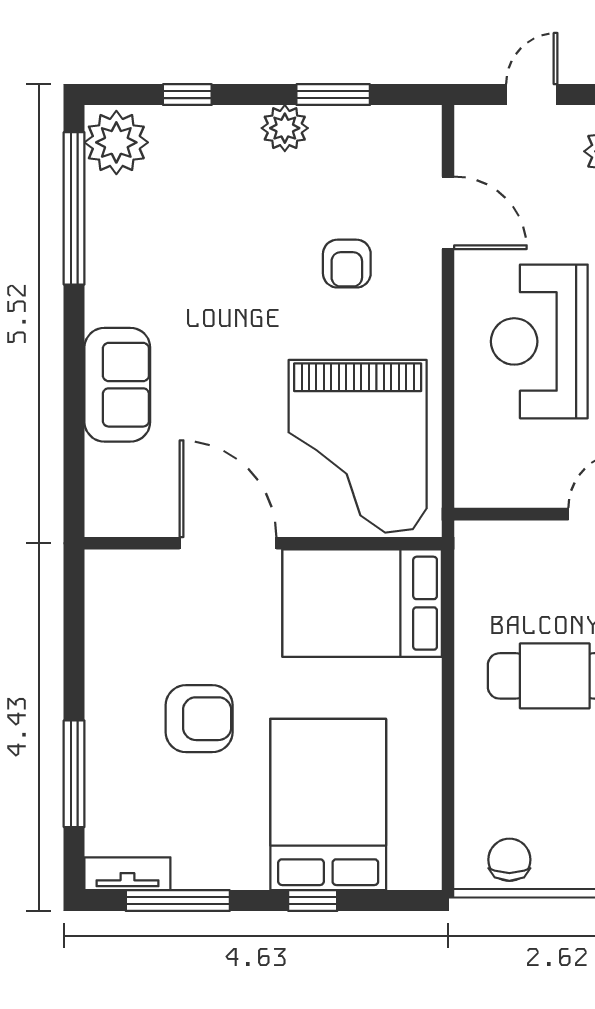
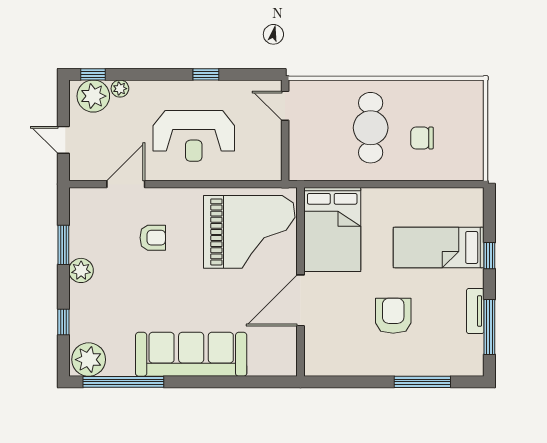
sofa: (117, 385) -> (191, 354), width x1.85, depth x1.27
bed: (328, 804) -> (439, 247), width x0.67
chair: (509, 860) -> (422, 138), moved
tv unit: (127, 874) -> (475, 311), moved

